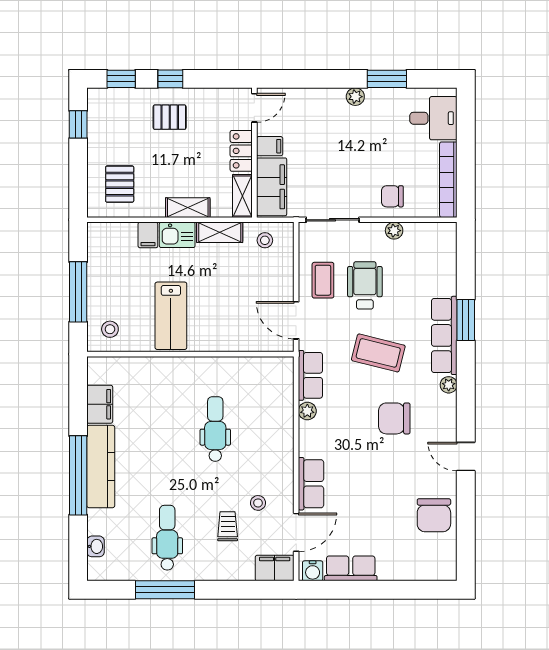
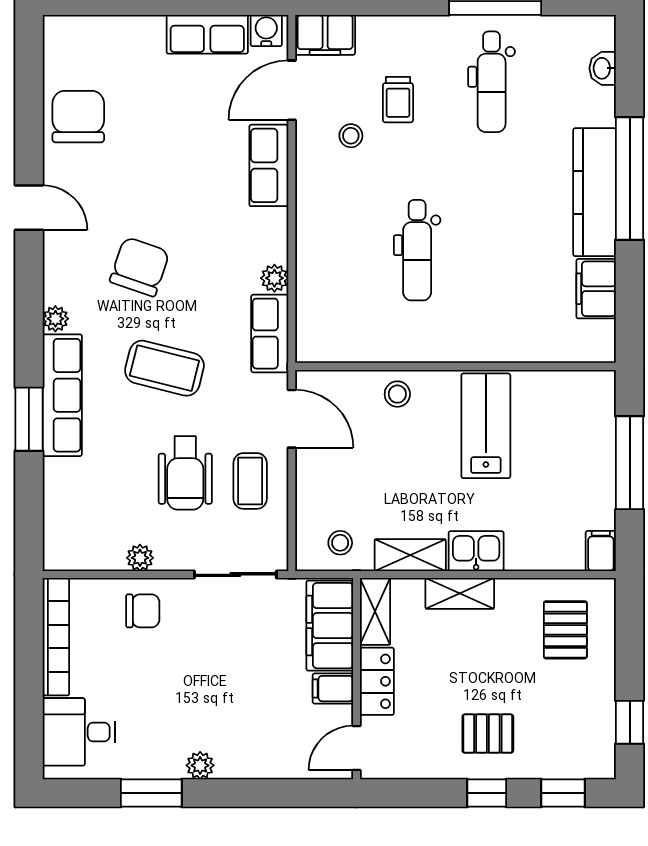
filing cabinet: (148, 235) -> (601, 551), moved
stool: (110, 329) -> (397, 394), moved
chair: (394, 418) -> (140, 267), turned -71

